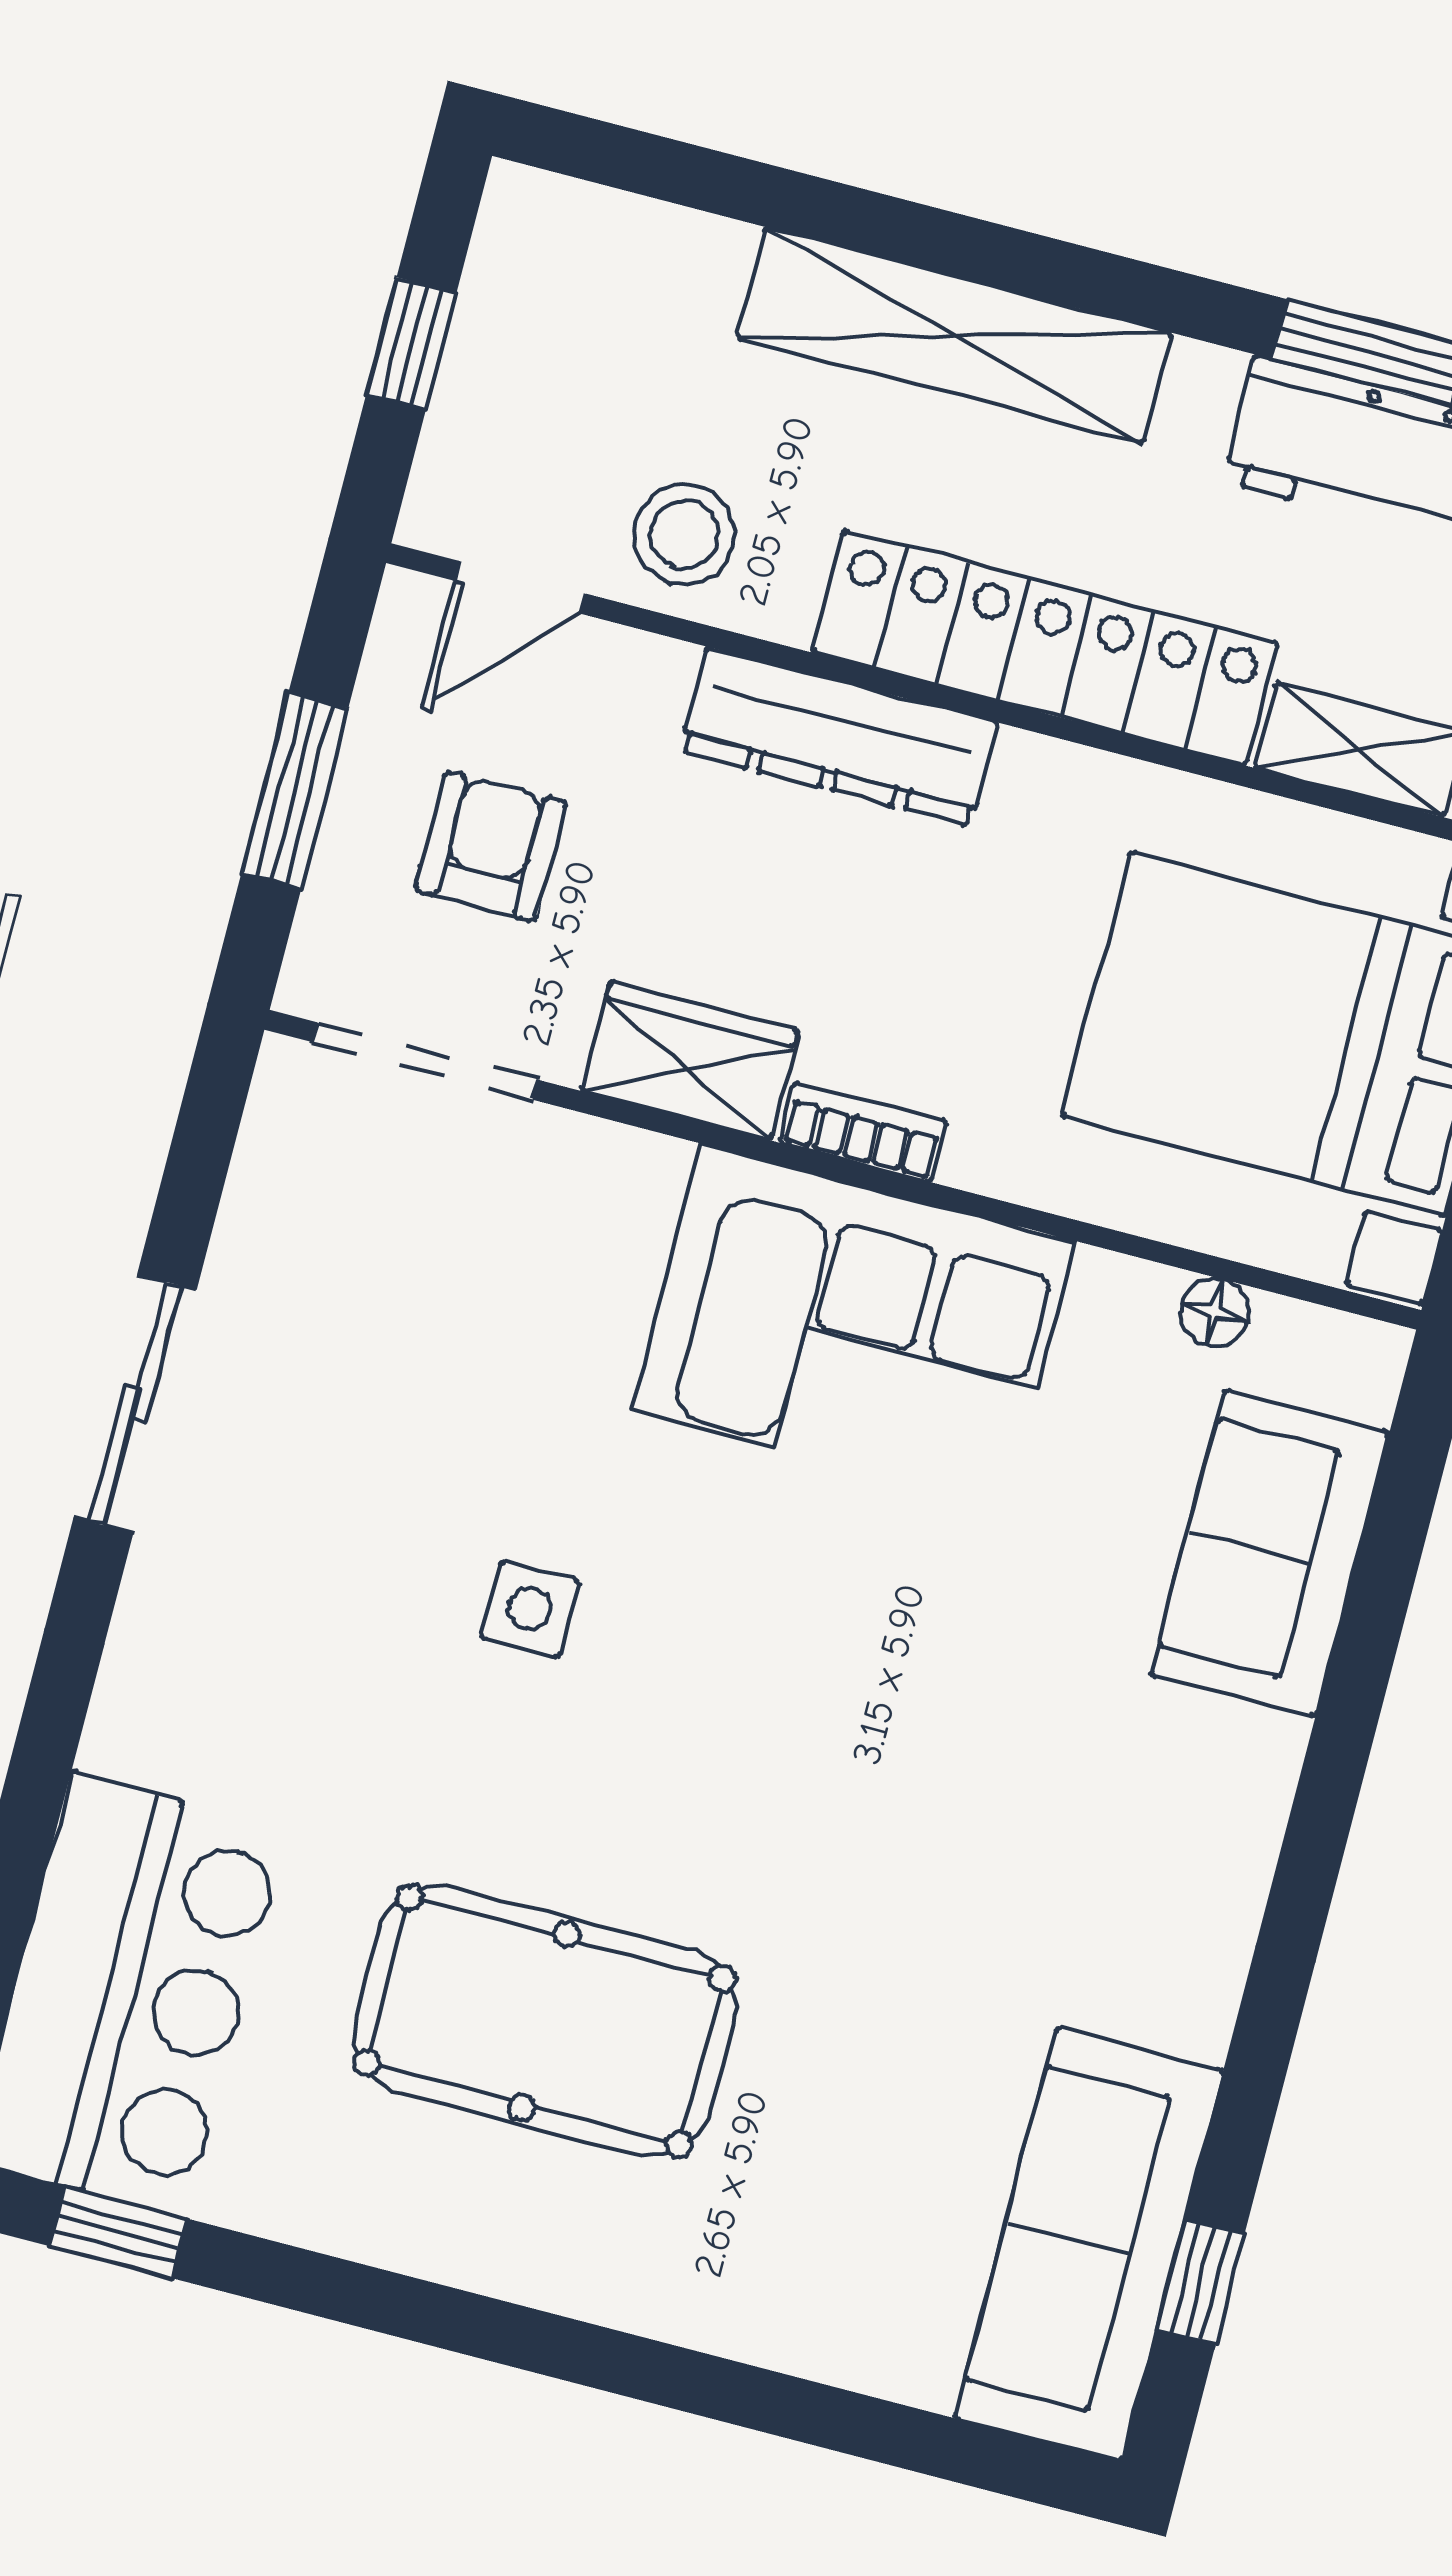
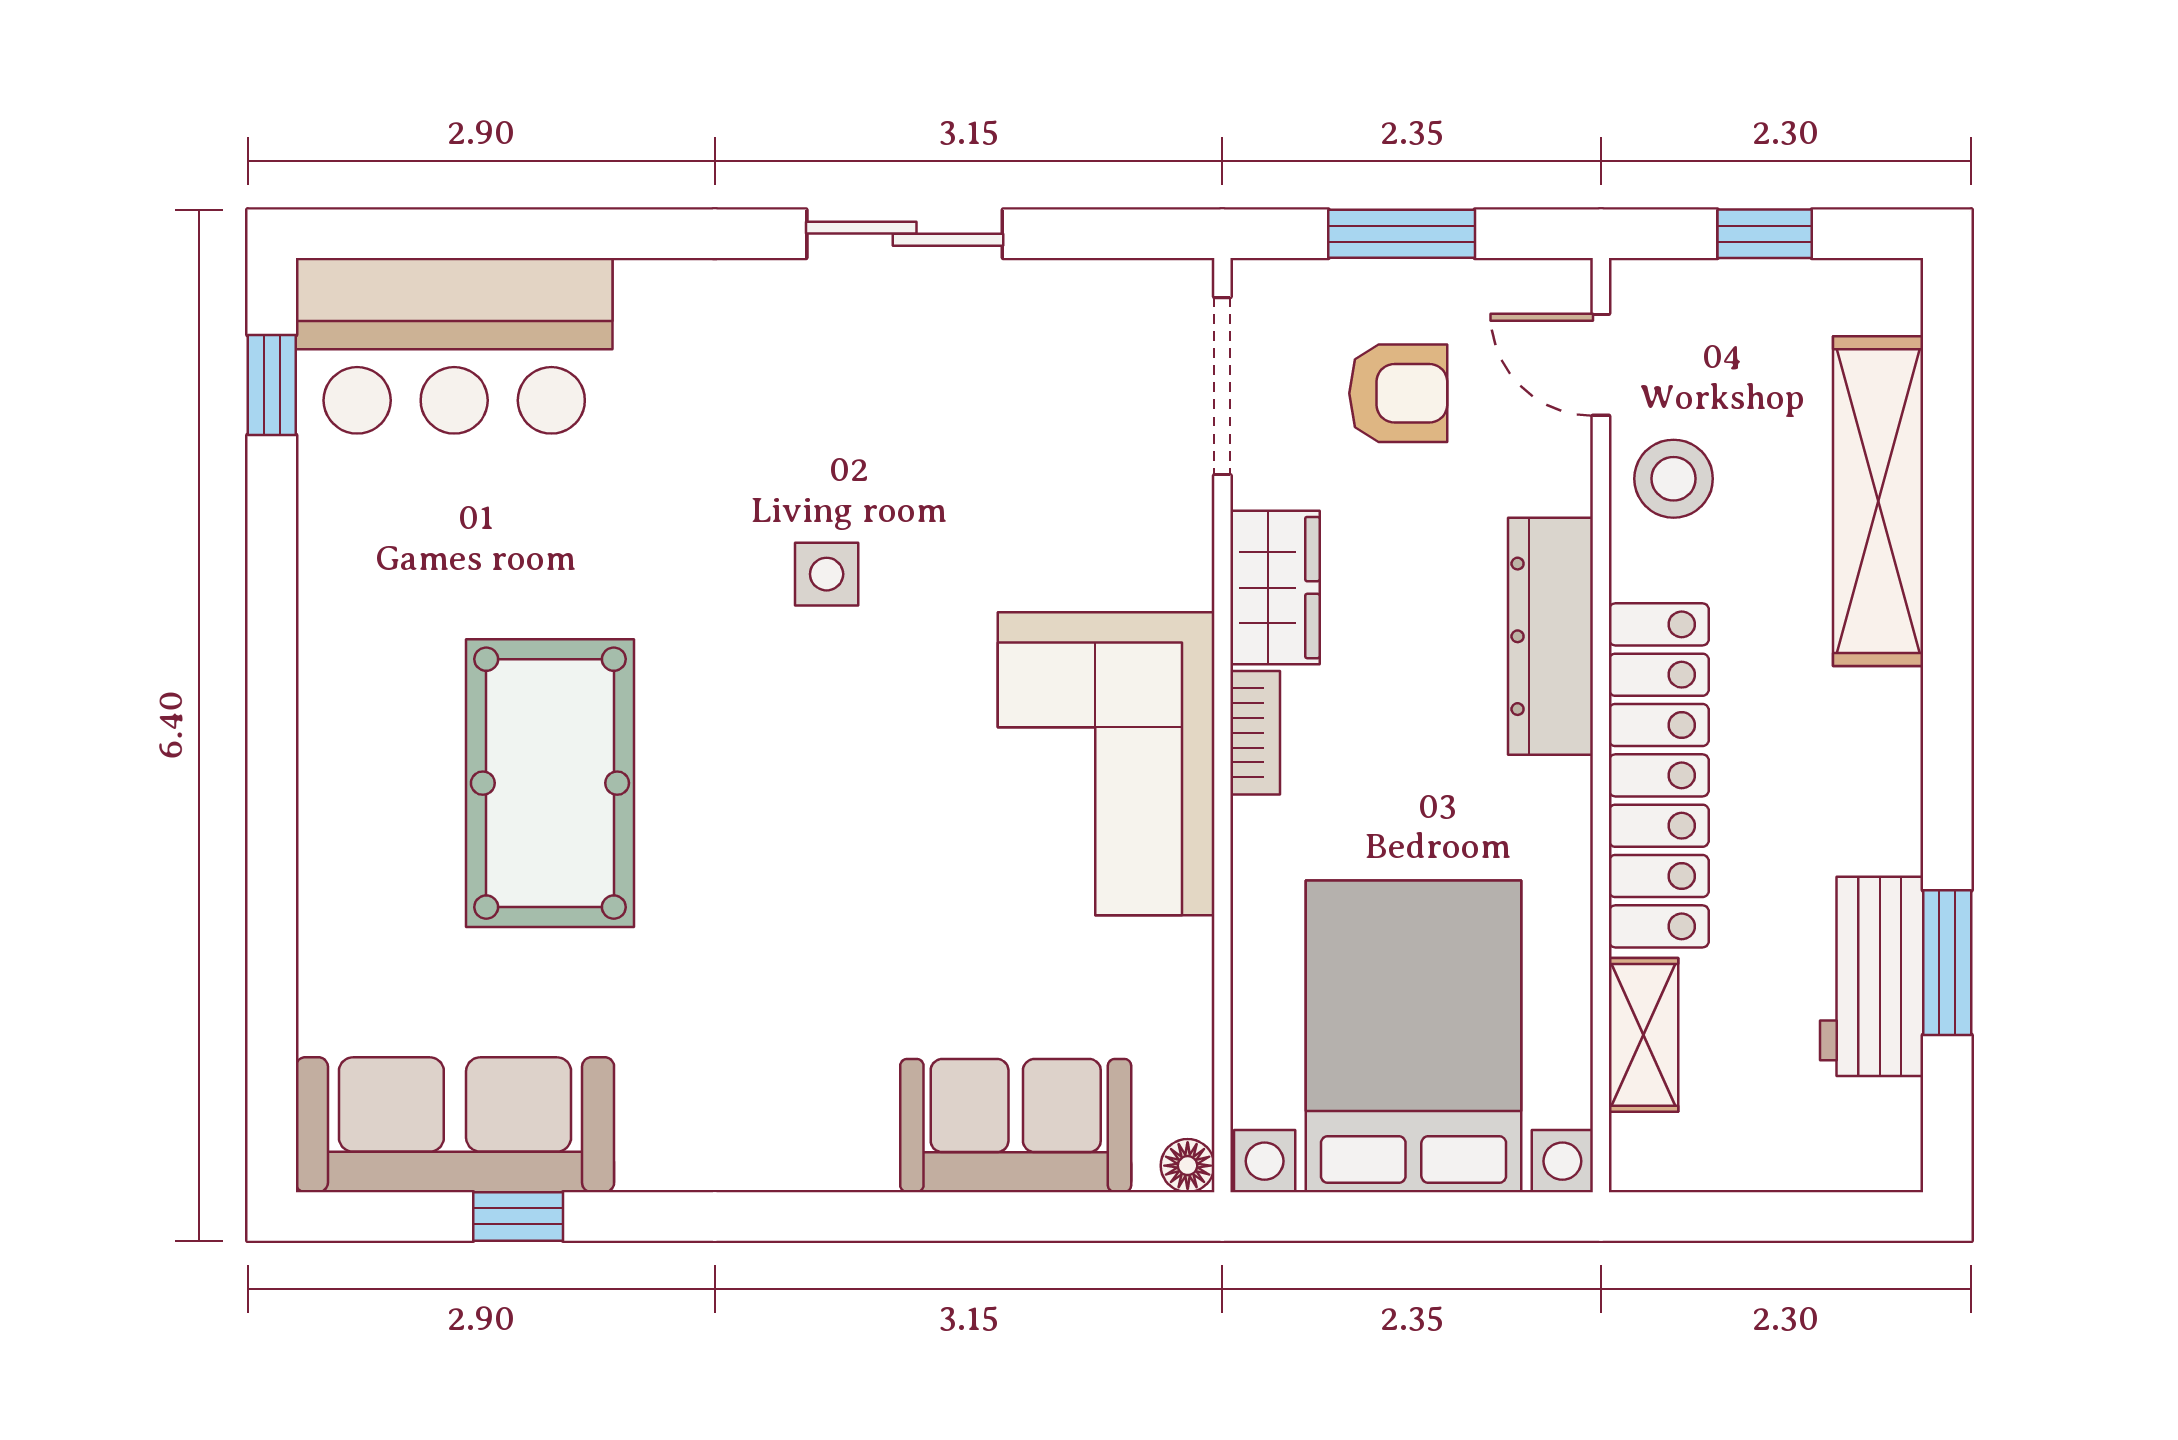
shelving: (954, 335) -> (1878, 501), moved
floor lamp: (1214, 1312) -> (1188, 1166), moved
pool table: (544, 2021) -> (550, 783), moved
window: (1200, 2282) -> (518, 1216), moved

